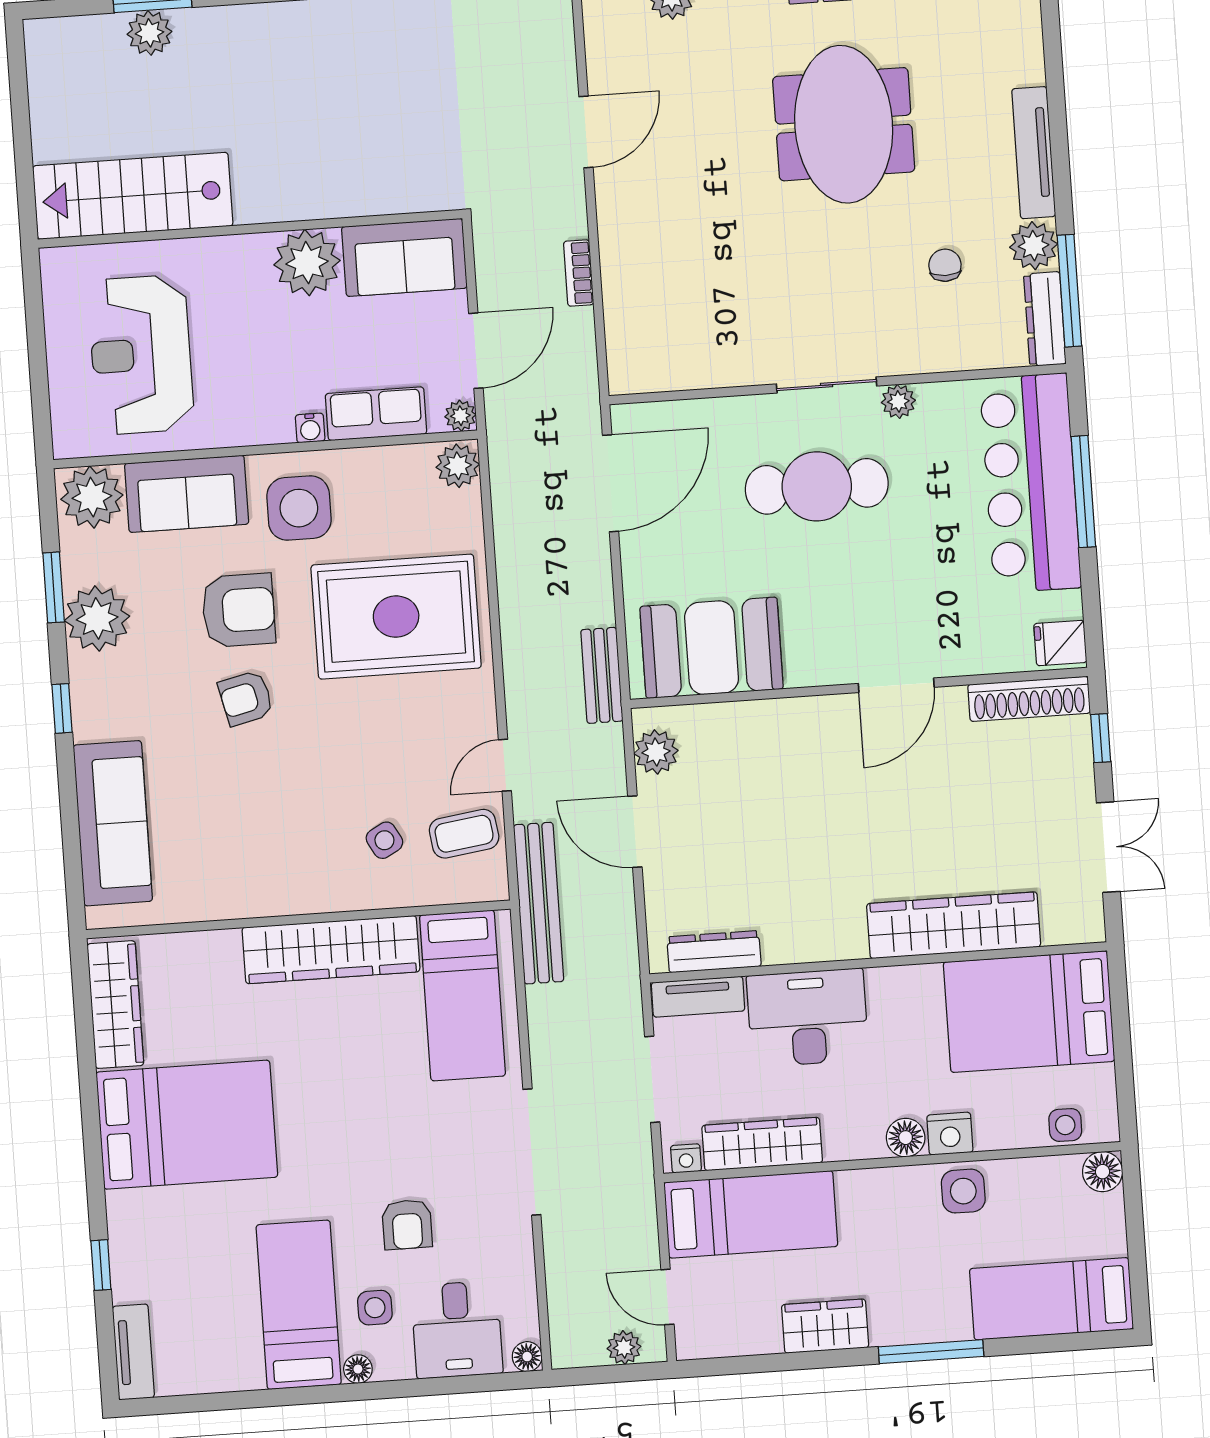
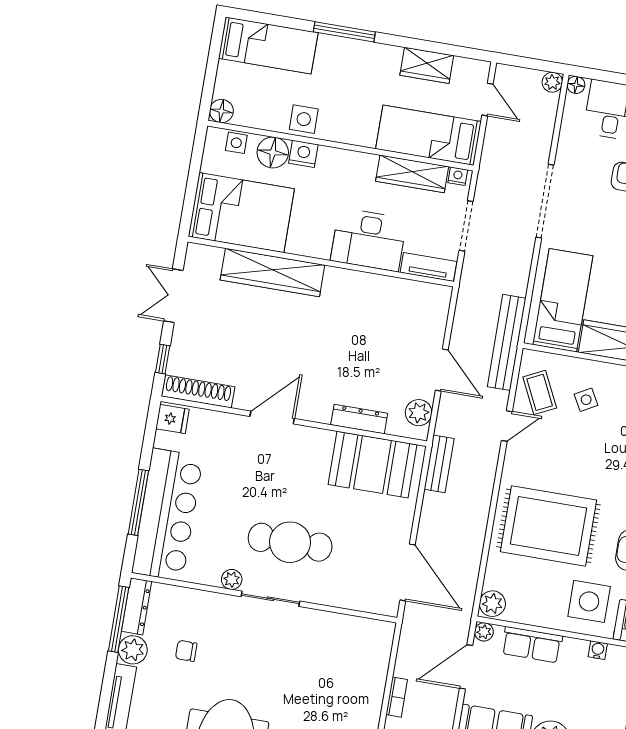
chair: (945, 265) -> (186, 651), turned 90
water cooler: (310, 428) -> (598, 650), moved
door: (611, 483) -> (407, 572), swing flipped
coffee table: (464, 834) -> (540, 392), turned 72
dresser: (714, 952) -> (359, 419), moved, turned 180
floor lamp: (906, 1138) -> (273, 152), moved, width x1.38, depth x1.38
wardrobe: (825, 1326) -> (427, 65), moved
plant: (624, 1348) -> (552, 82), moved

